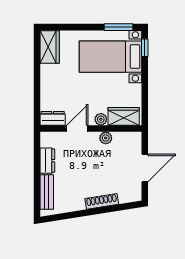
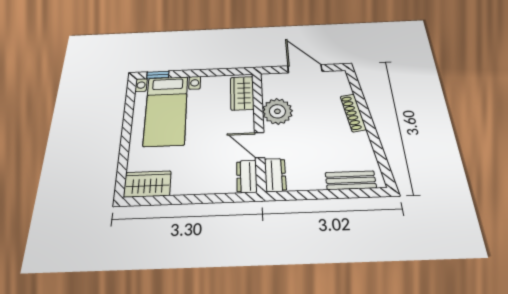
window: (118, 27) -> (130, 103), removed
plant: (101, 119) -> (246, 118), removed
plant: (106, 138) -> (277, 111), width x1.87, depth x1.87
dresser: (47, 161) -> (275, 175), moved, turned 90

